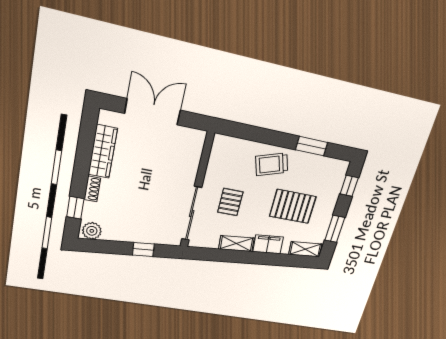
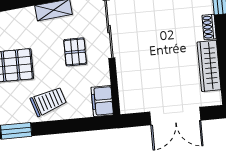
filing cabinet: (268, 244) -> (102, 101), moved, turned 95

